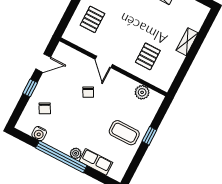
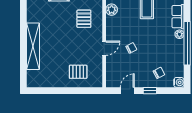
pallet: (148, 56) -> (84, 19), turned 90
door: (43, 63) -> (127, 91), hinge flipped
water cooler: (39, 134) -> (179, 82), moved

